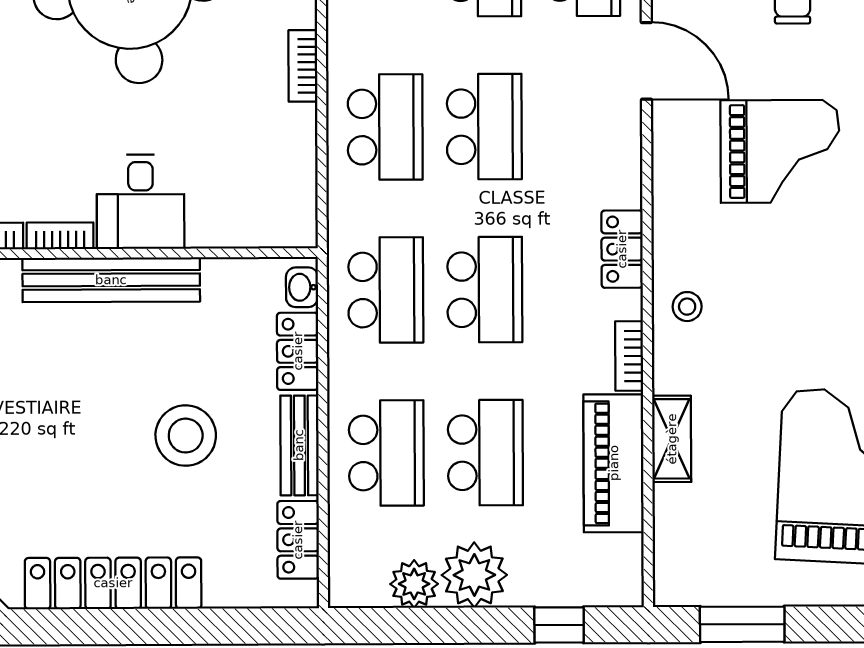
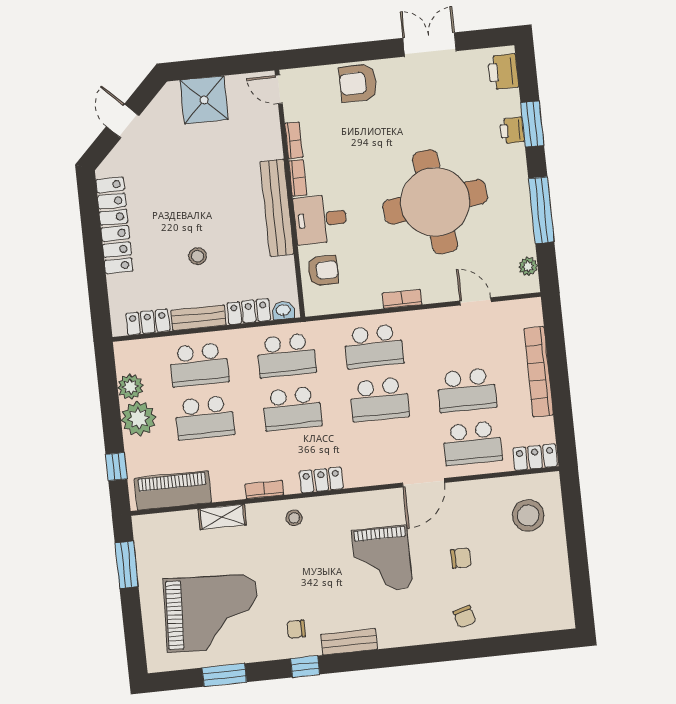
armchair: (236, 207) -> (323, 270), added
stool: (186, 436) -> (198, 256), width x0.53, depth x0.53
piano: (614, 463) -> (173, 490), moved

